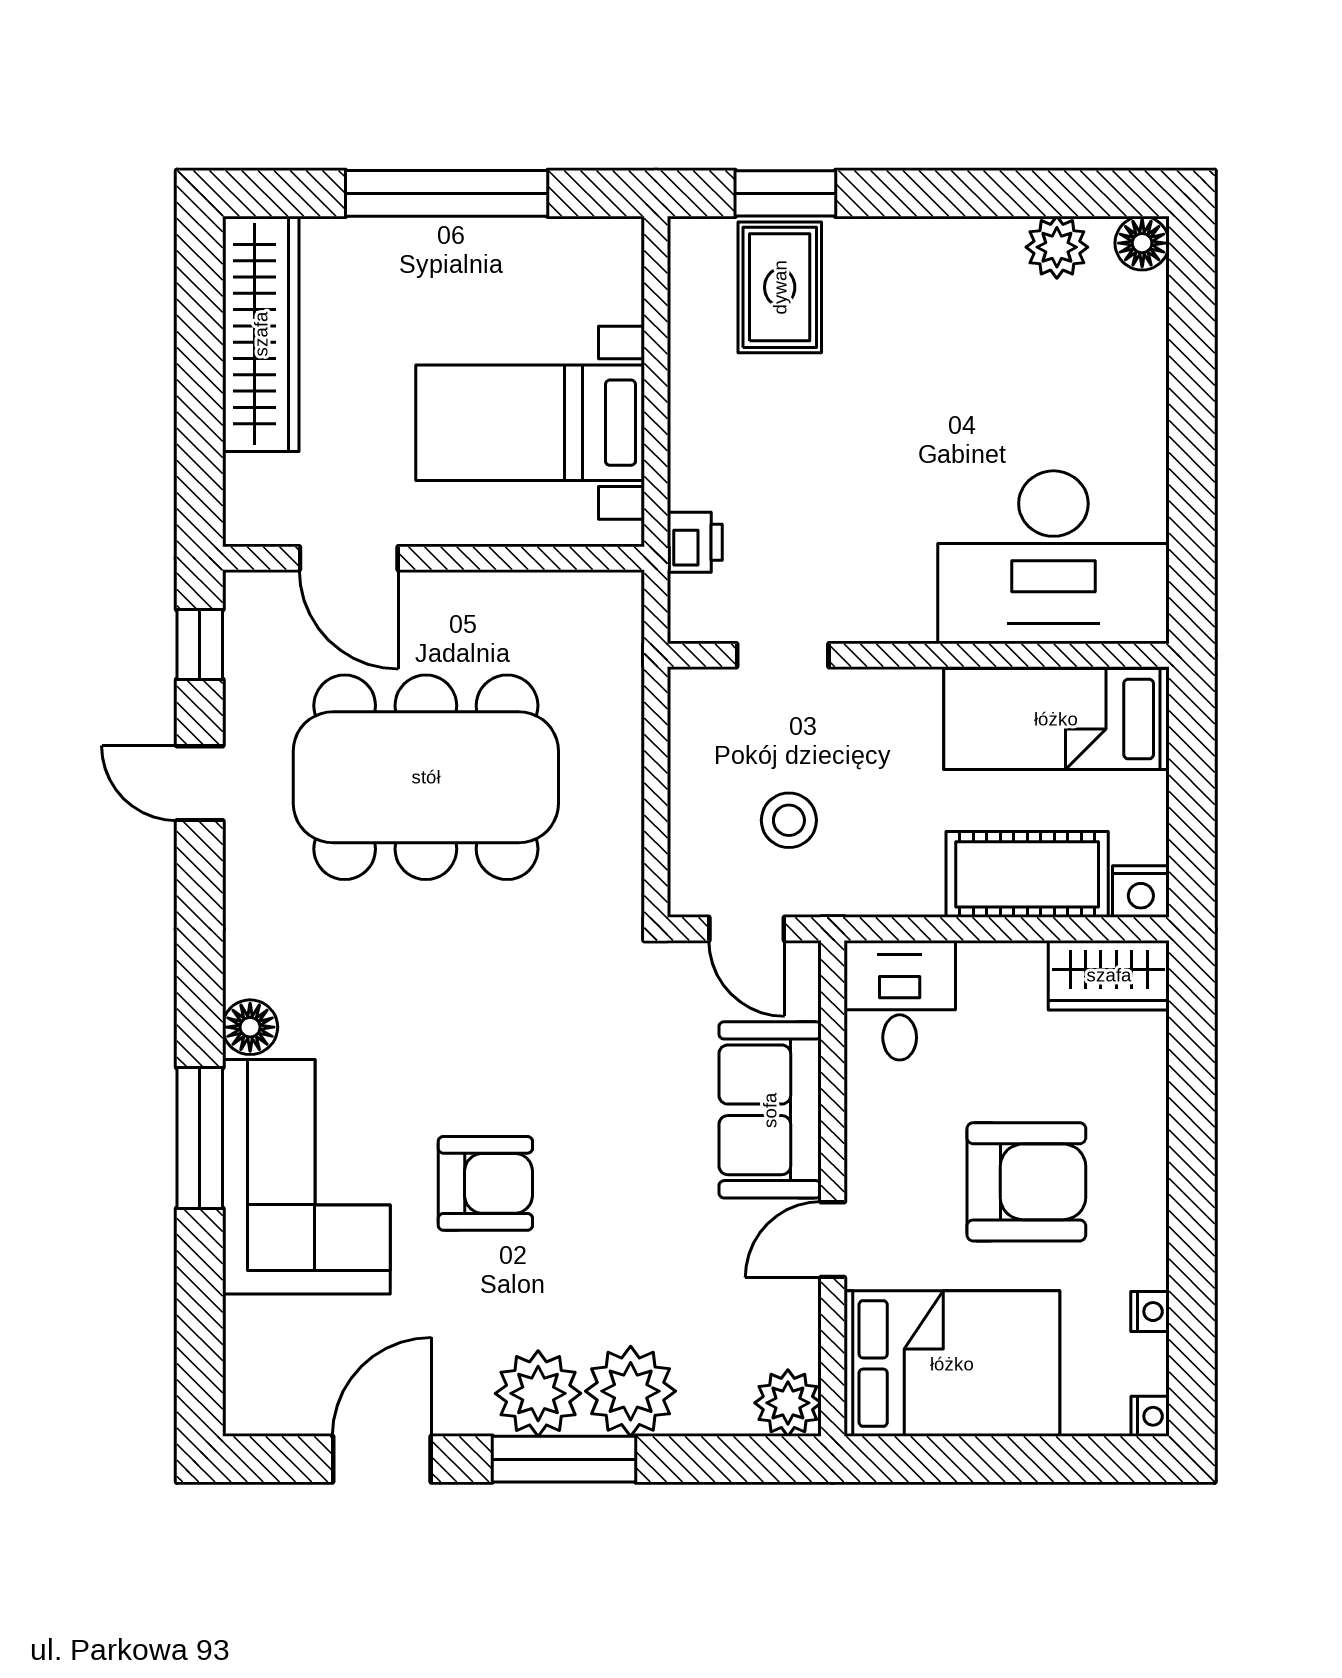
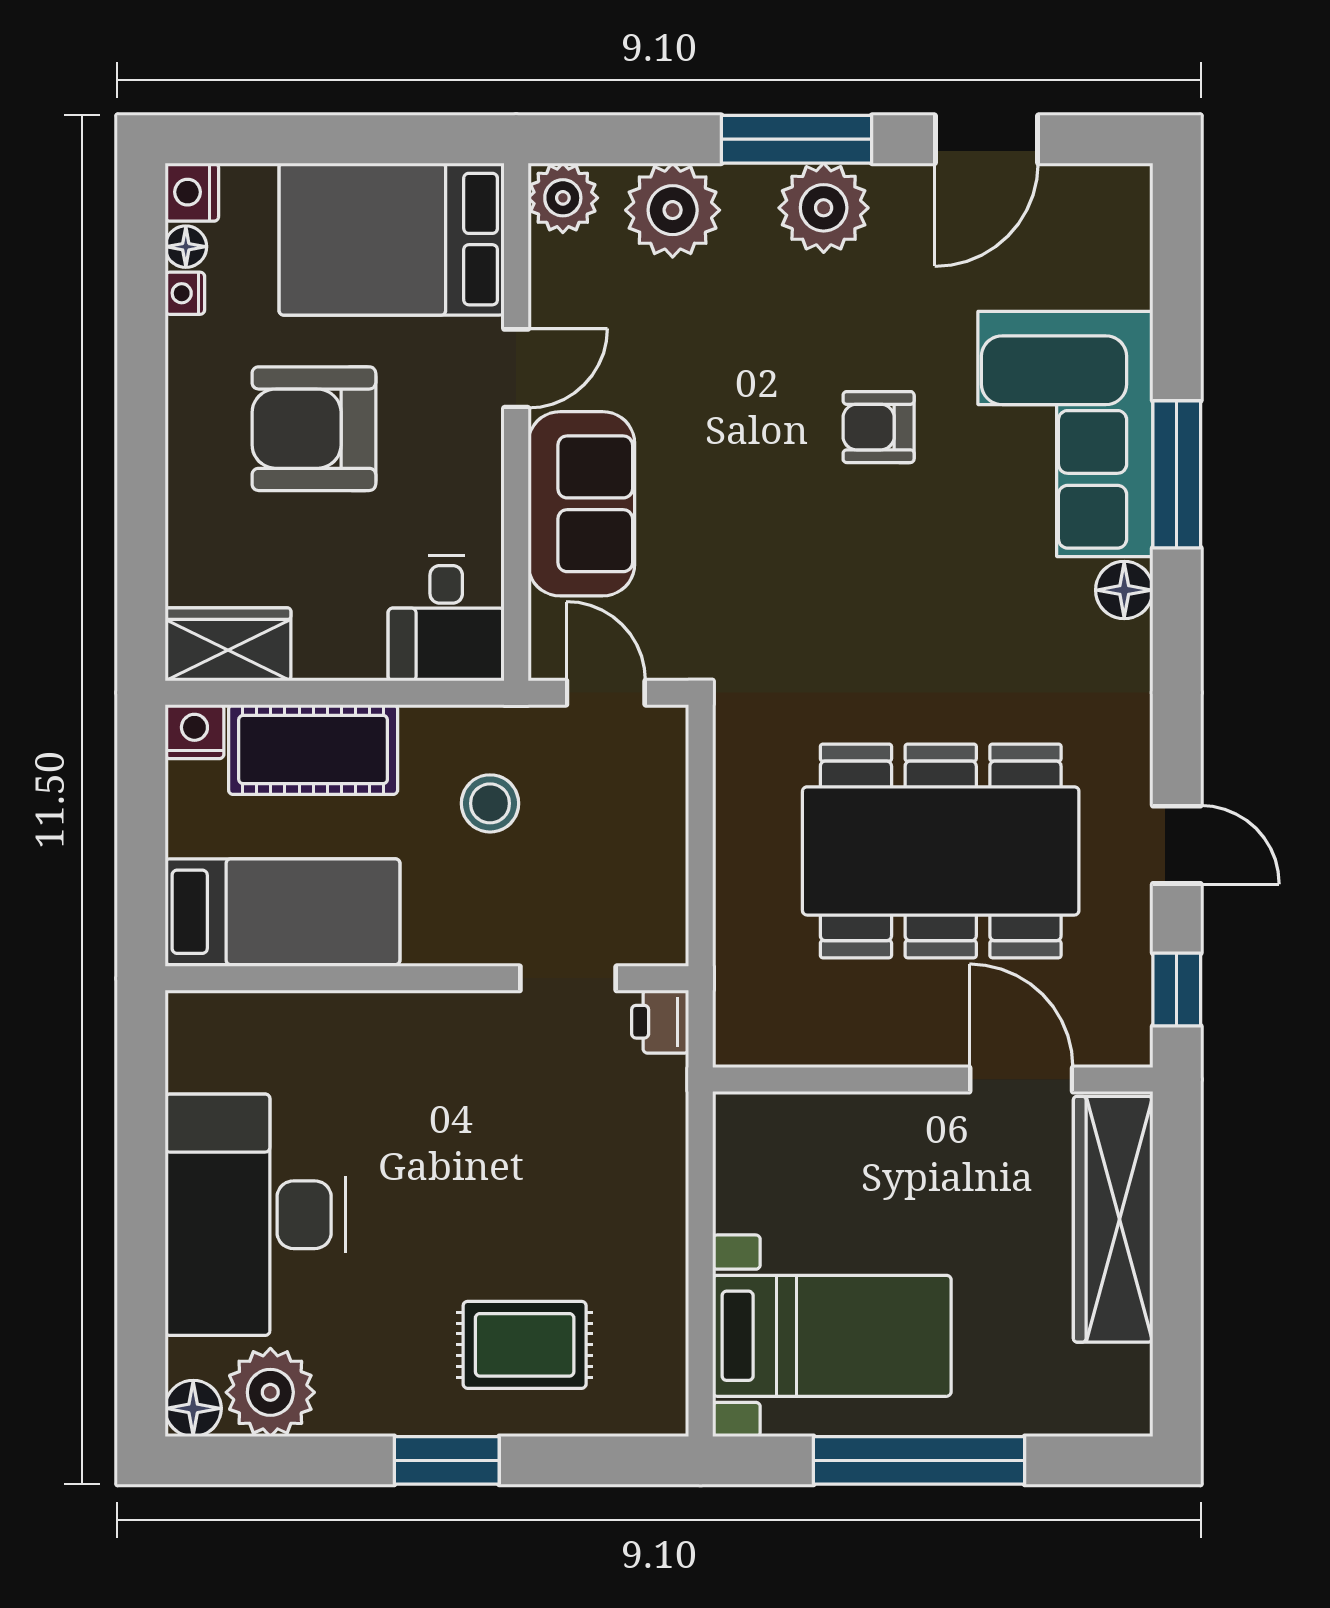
window: (785, 193) -> (447, 1460), moved
plant: (1057, 247) -> (270, 1392), width x1.36, depth x1.36
rug: (780, 287) -> (525, 1345), moved, turned 90
wardrobe: (261, 334) -> (1113, 1219), moved
bed with nightstands: (530, 423) -> (832, 1336), moved
printer: (695, 542) -> (660, 1022), moved
desk: (1053, 557) -> (255, 1215), moved, turned -90
stool: (789, 820) -> (490, 803), moved
armchair: (485, 1183) -> (879, 427), width x0.72, depth x0.72
floor lamp: (1149, 1356) -> (186, 247), added
plant: (631, 1391) -> (673, 210), moved
nightstand: (1150, 1416) -> (192, 192), width x1.39, depth x1.35

